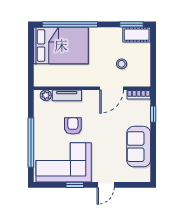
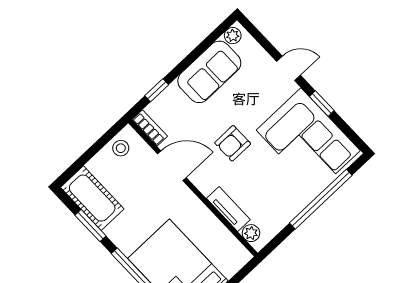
window: (132, 24) -> (91, 226), moved
cot: (137, 35) -> (92, 198), width x1.37, depth x1.34
stool: (122, 64) -> (121, 148), moved
armchair: (73, 126) -> (233, 143), moved
plant: (145, 173) -> (233, 36), added

